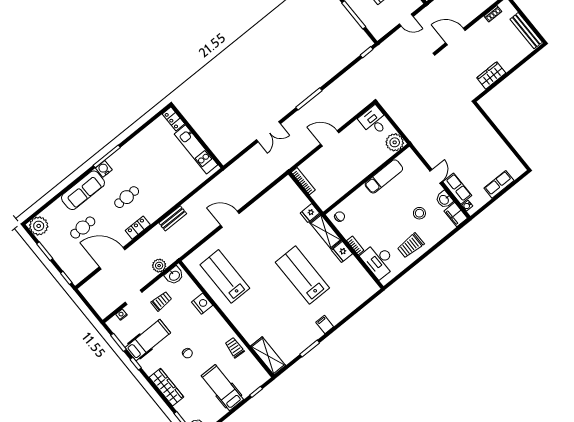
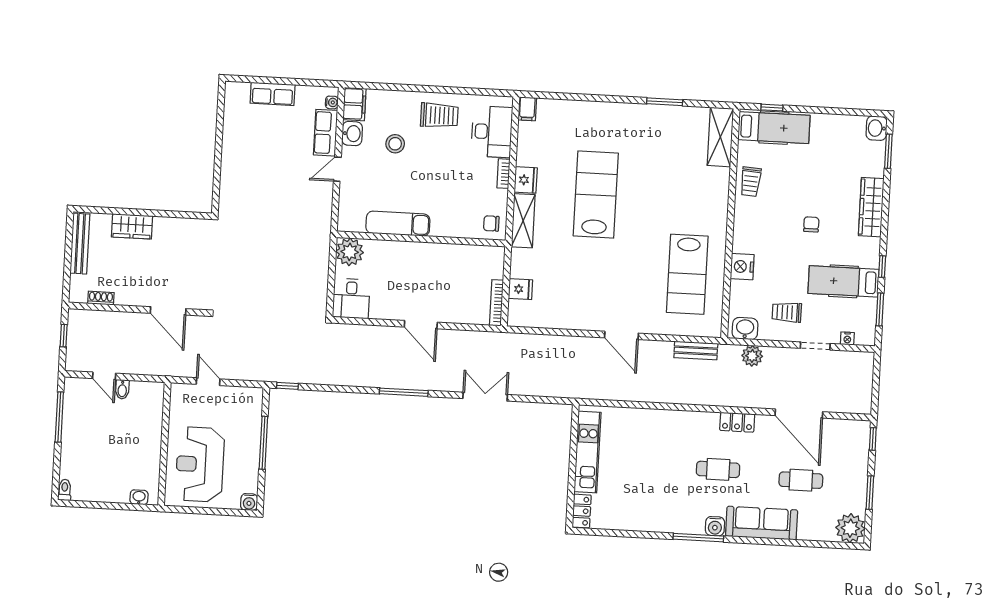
wardrobe: (491, 75) -> (132, 226), moved
fridge: (310, 213) -> (521, 289), moved
bench: (173, 218) -> (696, 351), moved
lab bench: (302, 275) -> (596, 195), turned 180
filing cabinet: (325, 324) -> (527, 109), moved
hospital bed: (222, 388) -> (774, 128), moved, turned -90

